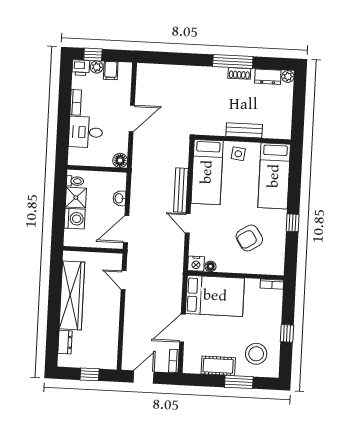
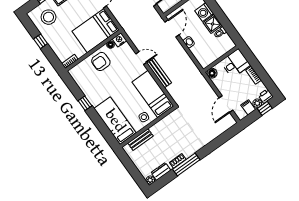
door: (132, 118) -> (226, 104), moved
bench: (244, 130) -> (141, 140), moved
floor lamp: (120, 160) -> (212, 73), moved
wall: (97, 169) -> (221, 59), moved
armchair: (249, 238) -> (101, 62), moved, turned -147

